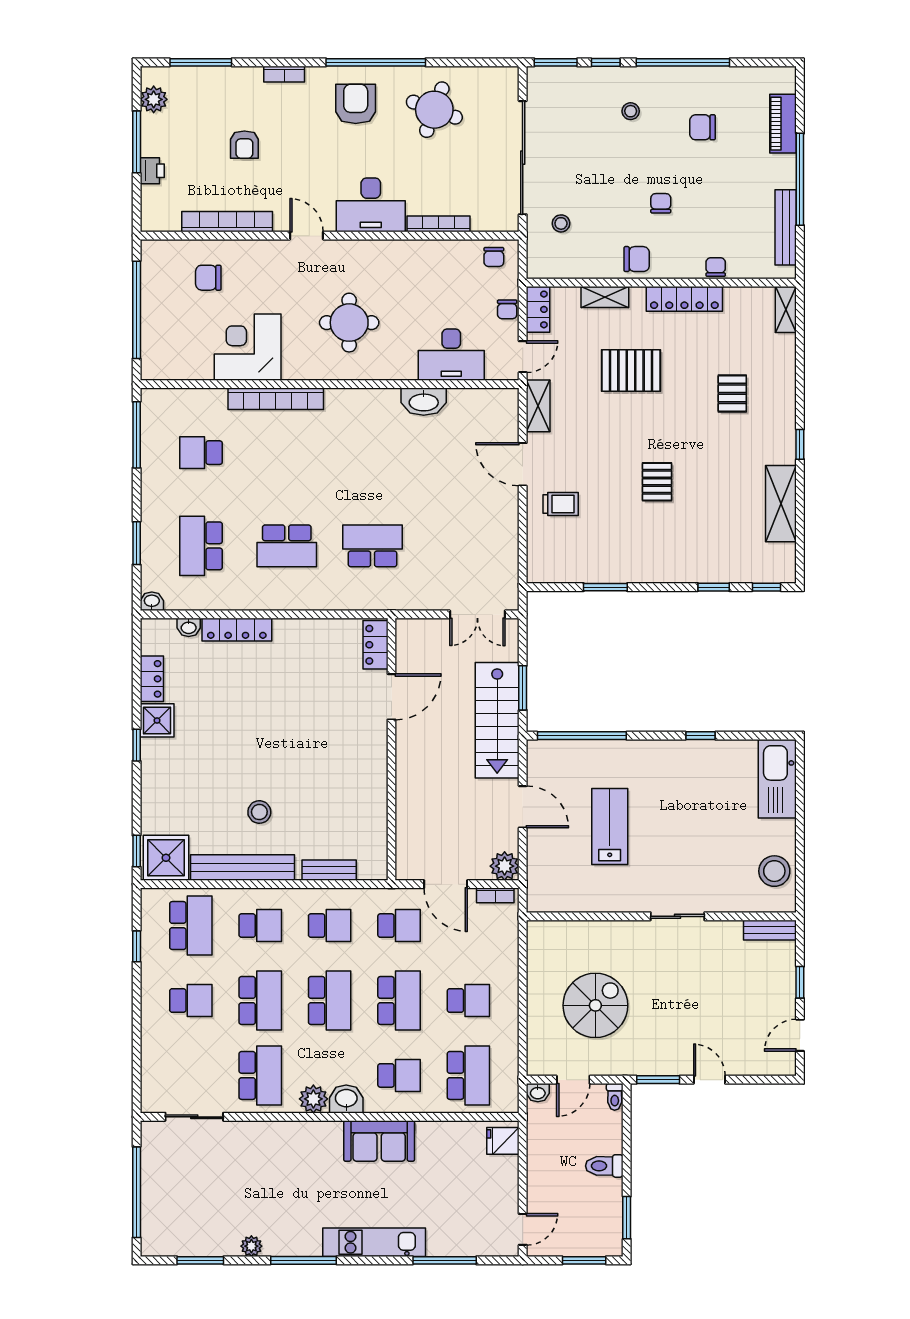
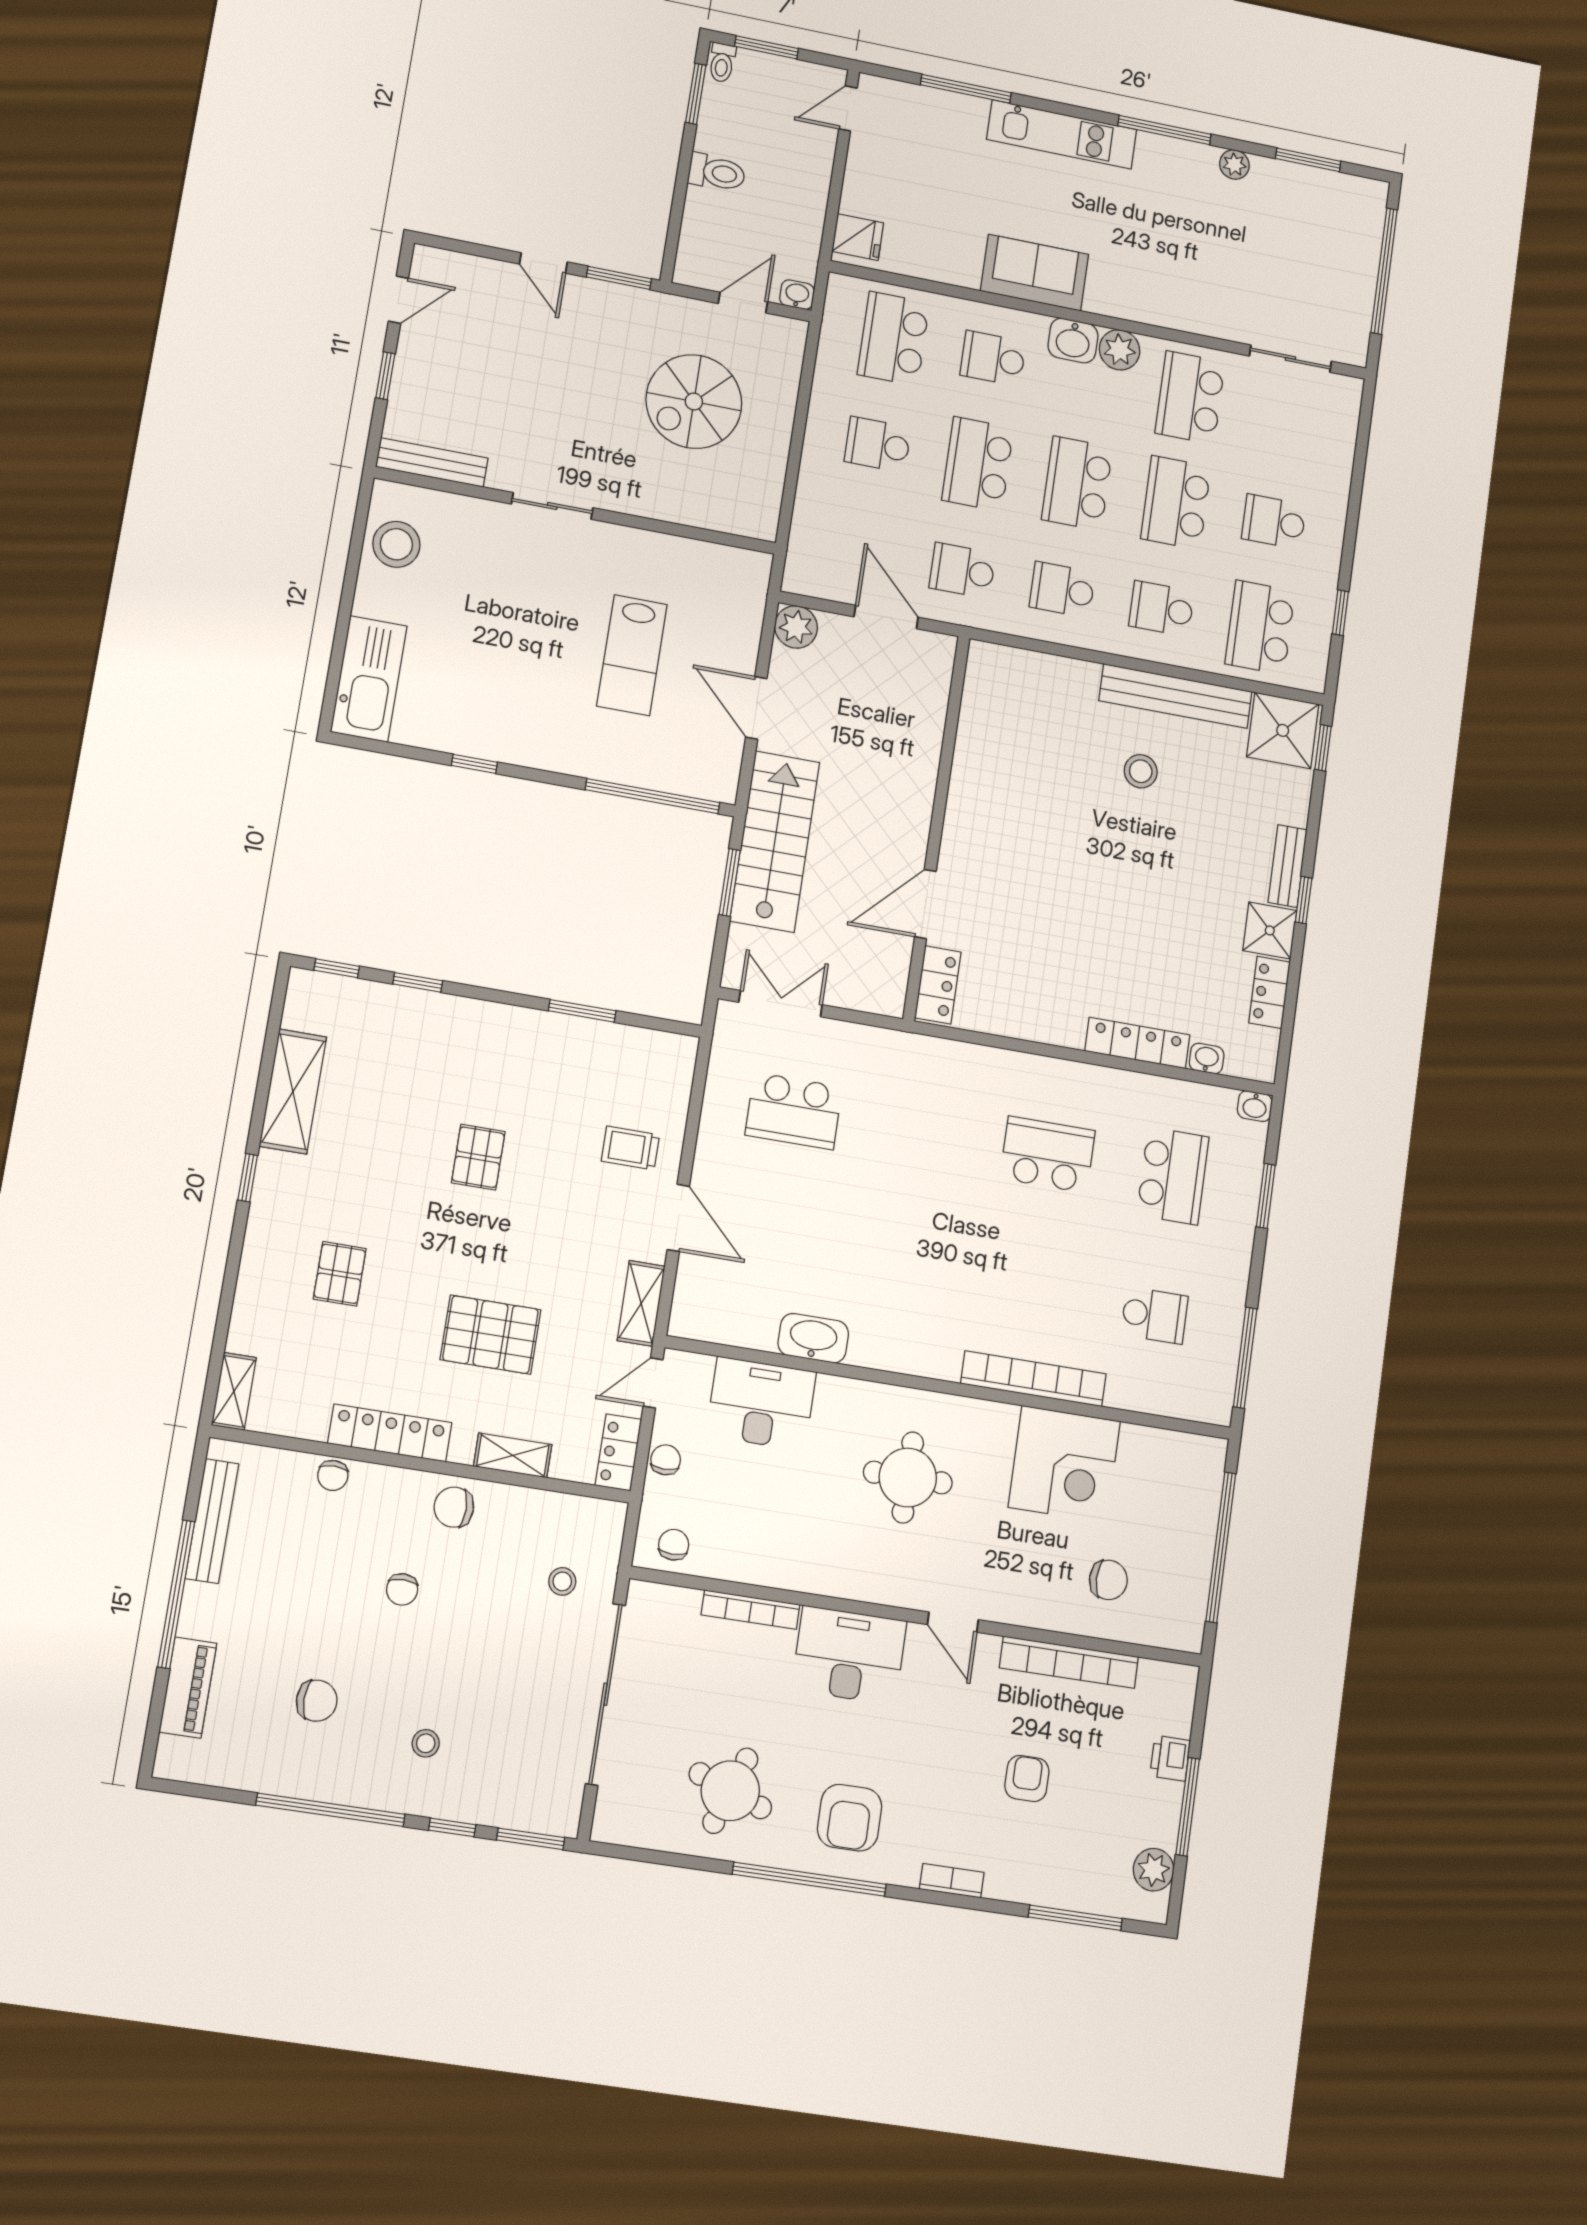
school desk: (373, 546) -> (794, 1111), moved
bench: (329, 870) -> (1288, 866), moved, turned 90
bookcase: (495, 895) -> (816, 587), removed
bench: (770, 930) -> (432, 462), width x1.36
toilet: (615, 1097) -> (722, 63), moved, turned 180

